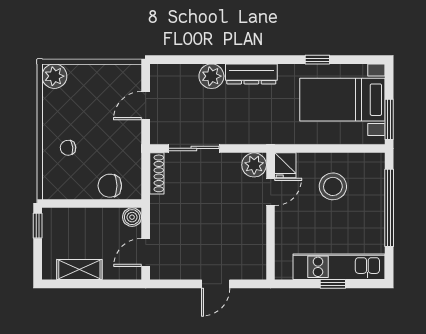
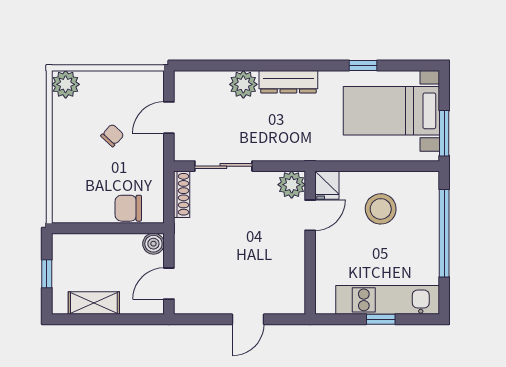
chair: (68, 148) -> (112, 135), moved, turned 139
window: (38, 226) -> (47, 274), moved

